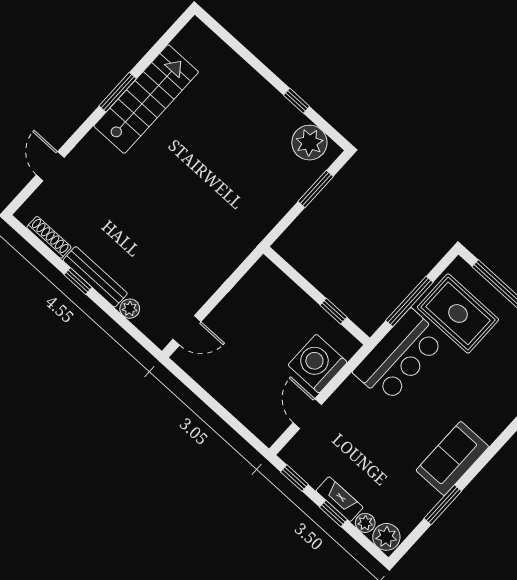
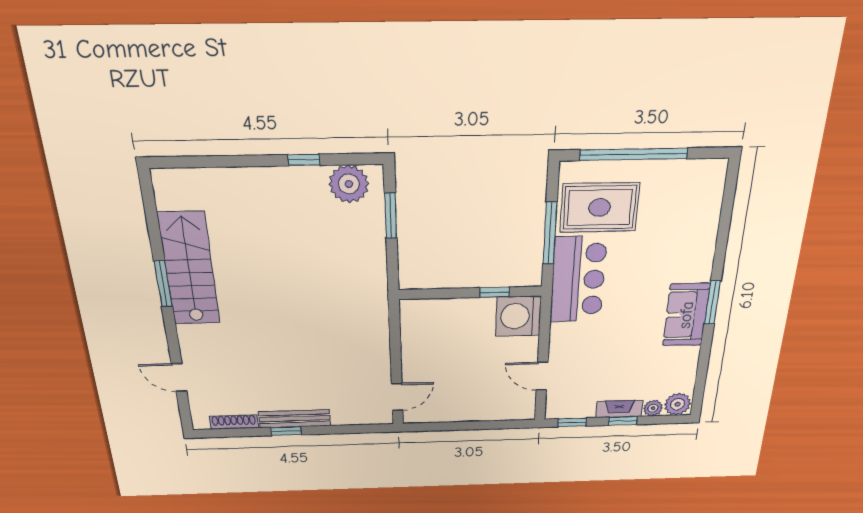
plant: (130, 309) -> (341, 417), removed
washing machine: (318, 364) -> (518, 316), moved
window: (443, 505) -> (712, 303), moved

